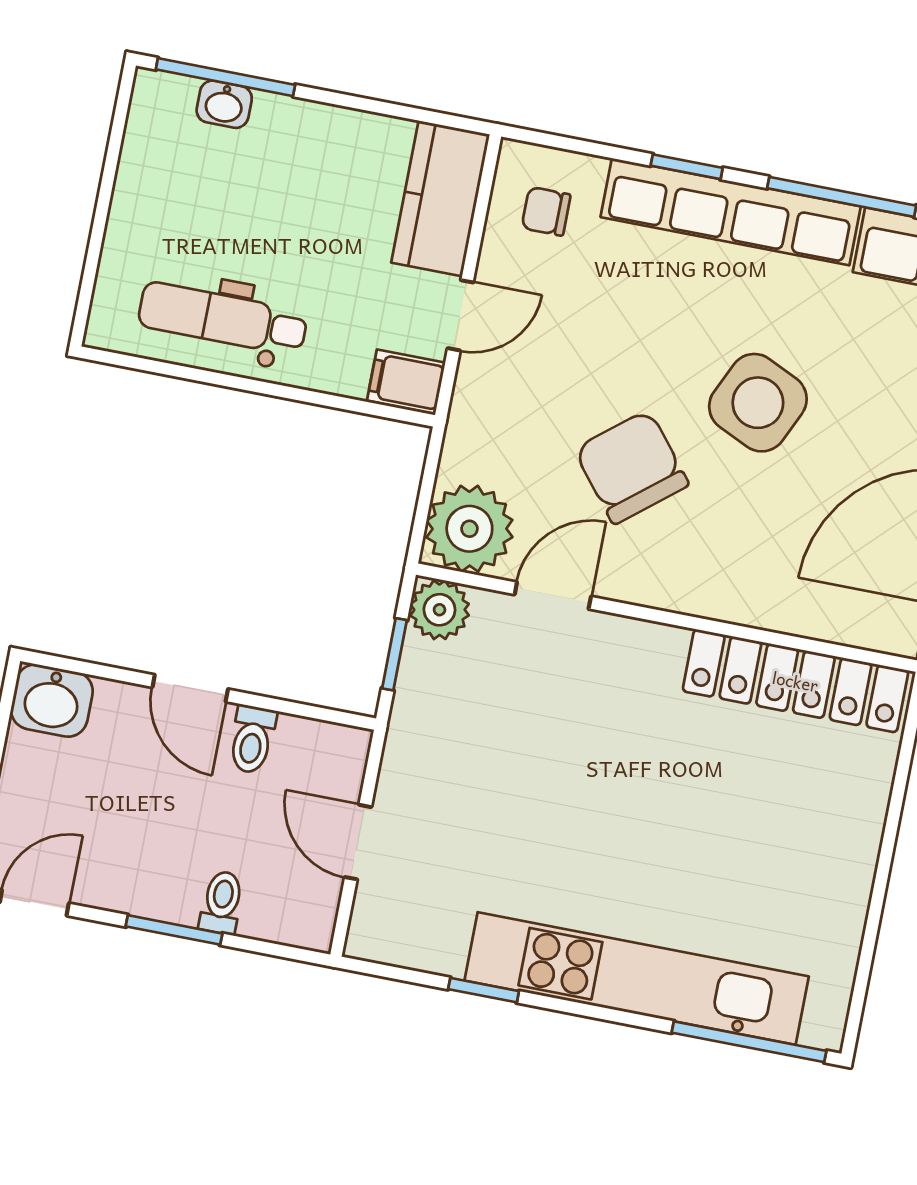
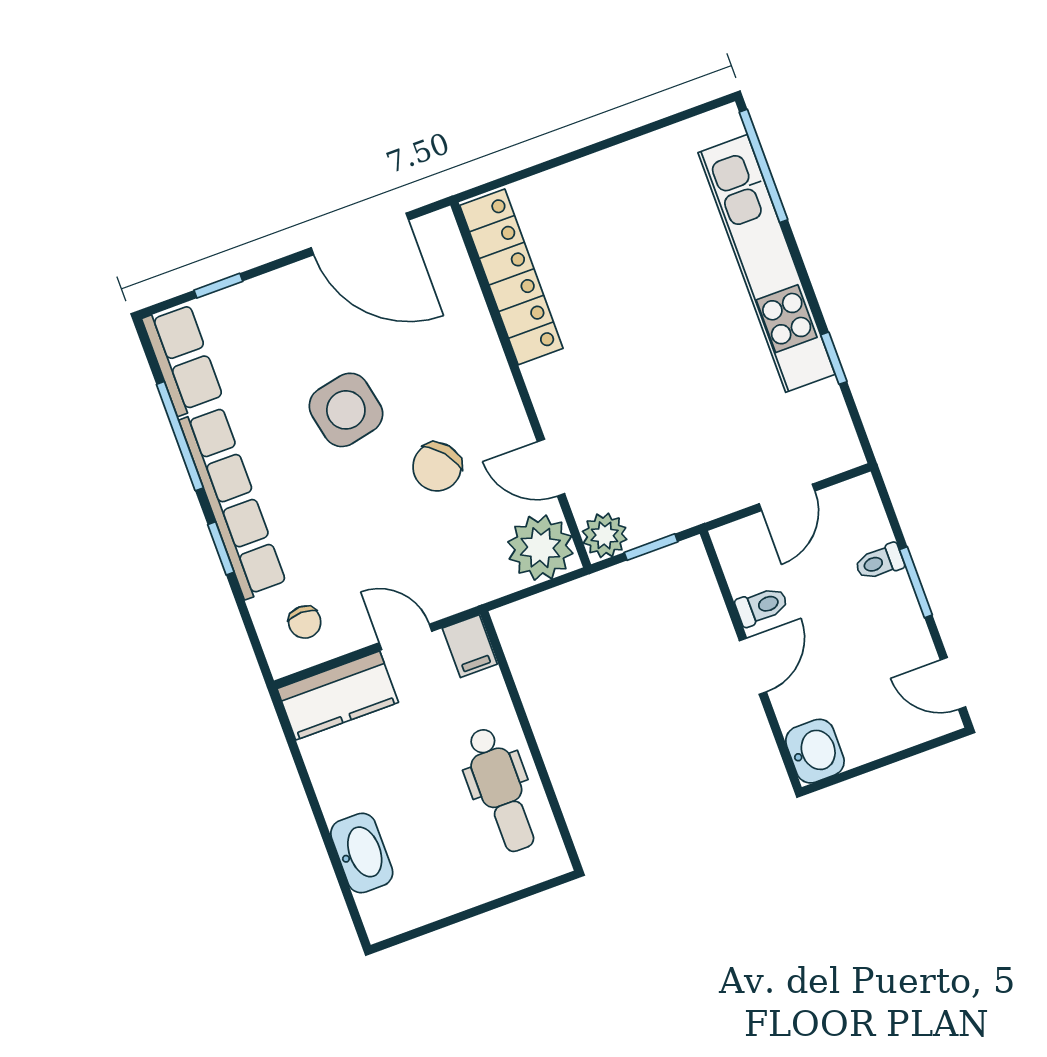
window: (225, 77) -> (343, 882), removed
washbasin: (224, 104) -> (362, 853), width x1.91, depth x1.45
side table: (758, 403) -> (346, 410), turned -37
chair: (631, 467) -> (437, 467), width x0.73, depth x0.73

